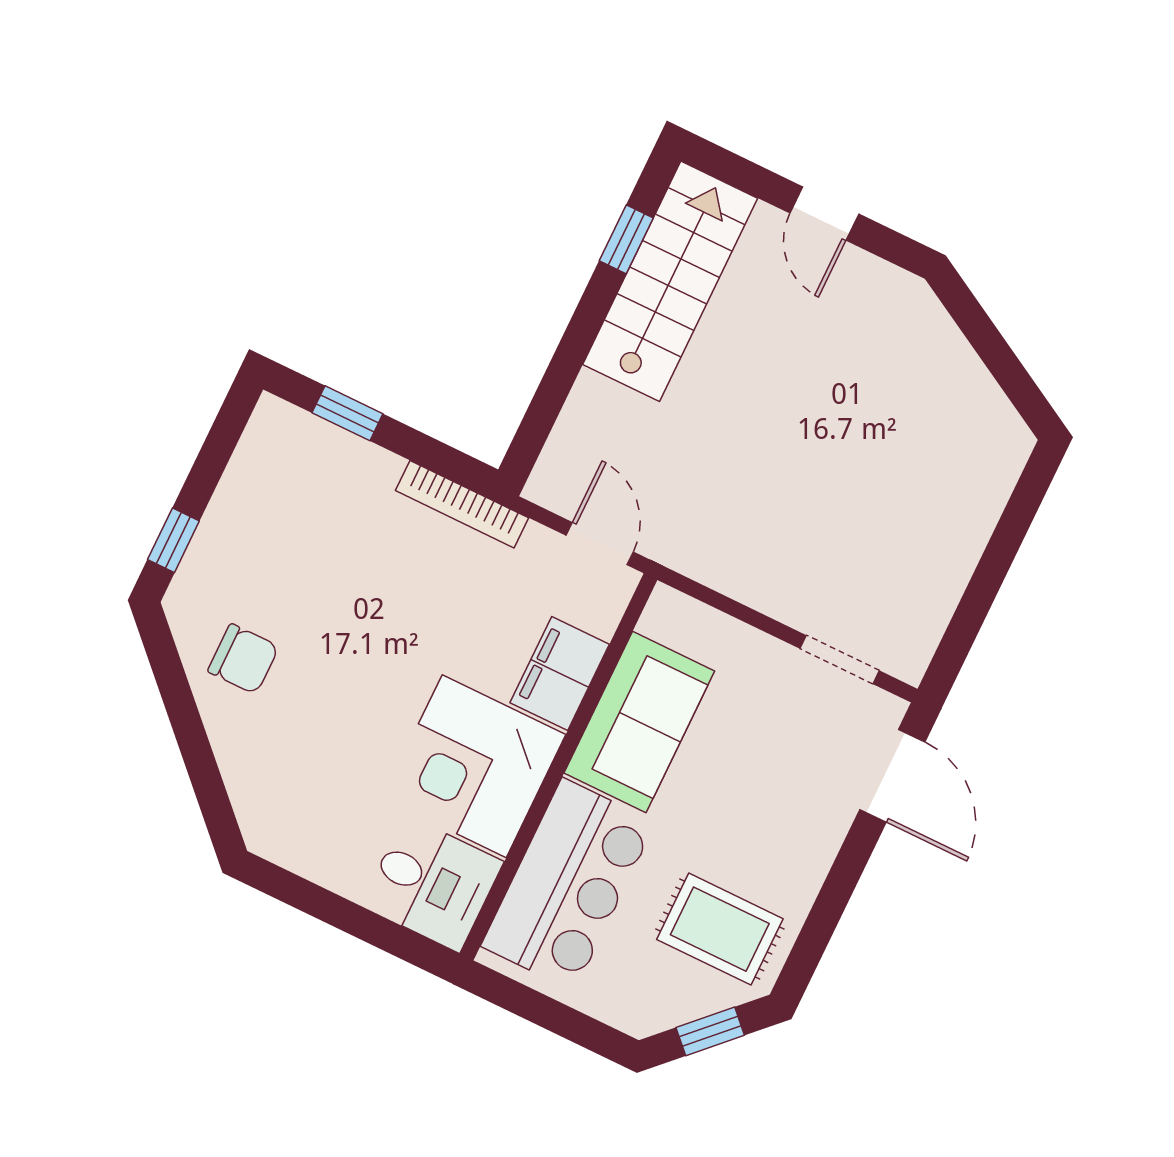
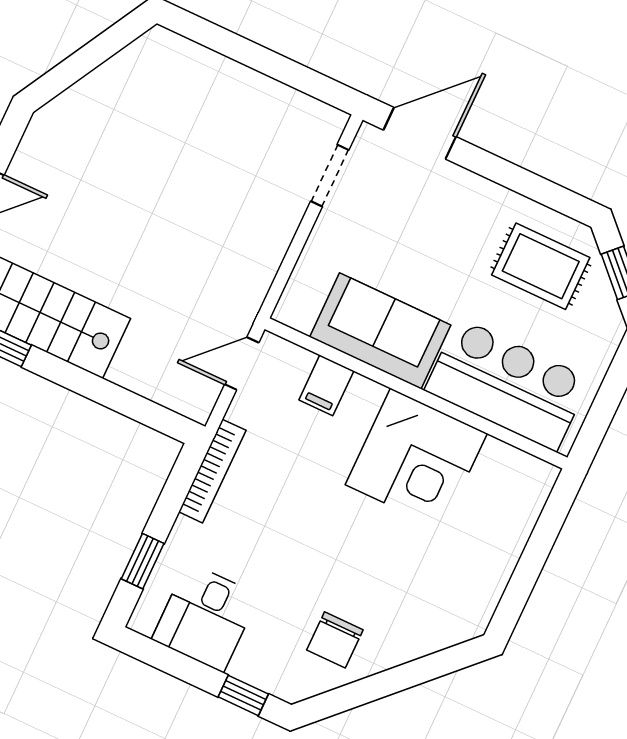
chair: (243, 659) -> (335, 640), turned 180
filing cabinet: (560, 673) -> (326, 385), width x0.50
desk: (432, 884) -> (205, 617), moved, turned 180
rug: (720, 929) -> (541, 266), turned 90

